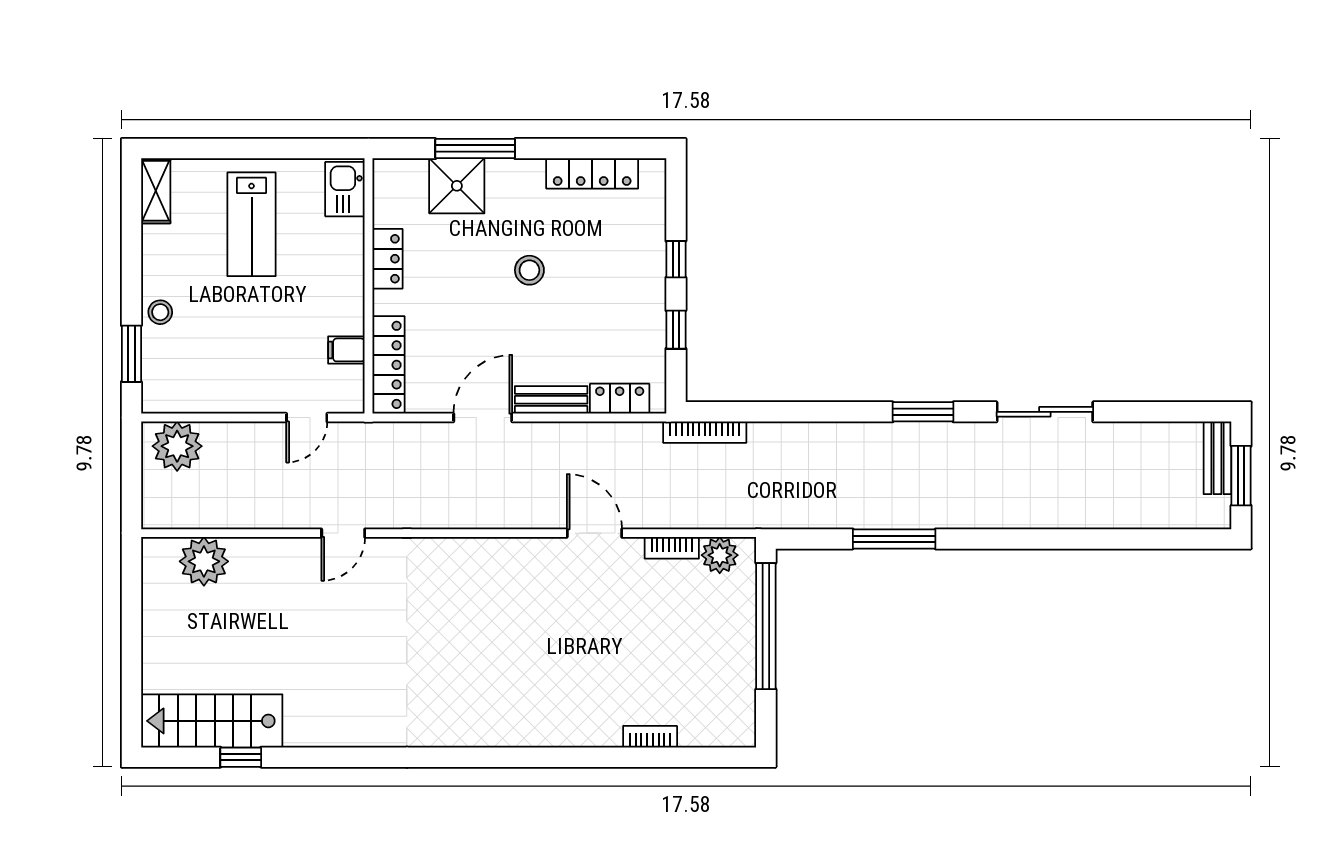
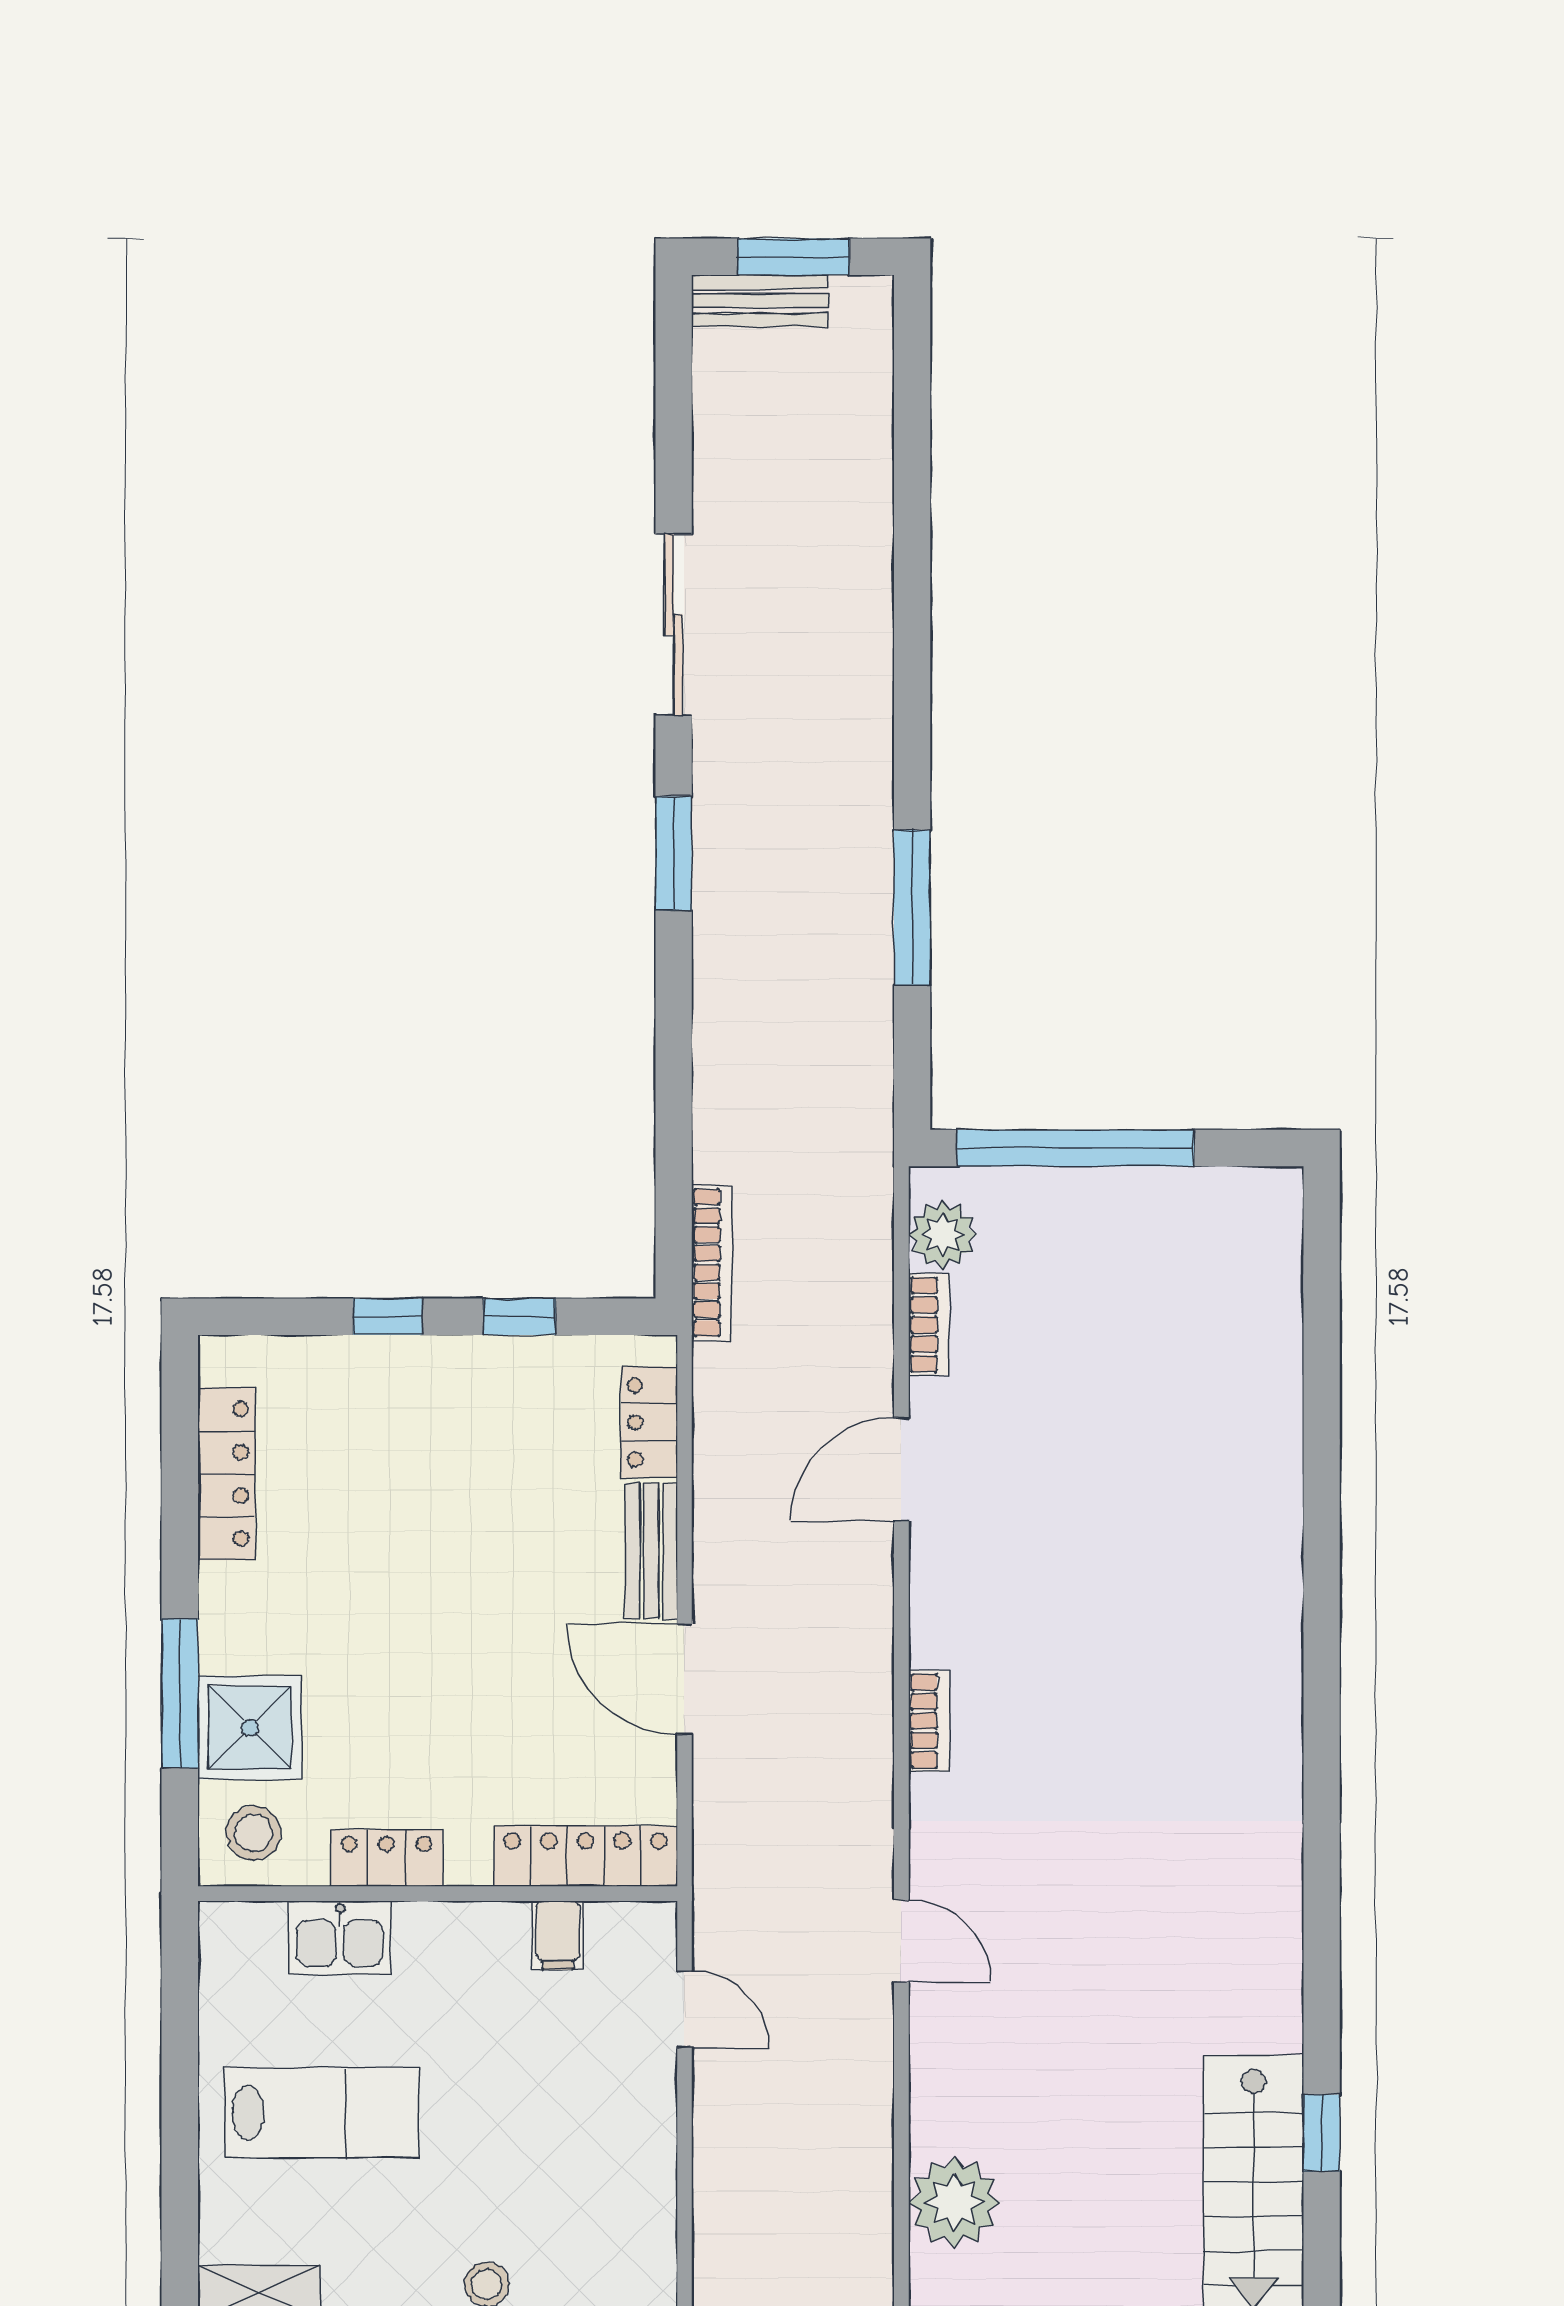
kitchen sink: (345, 189) -> (340, 1938), moved
stool: (529, 270) -> (253, 1833), moved
plant: (177, 446) -> (738, 2253), removed
bookcase: (650, 737) -> (929, 1721), moved, turned 180

